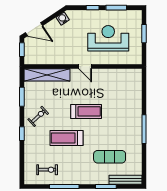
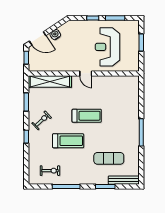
water cooler: (63, 19) -> (55, 35), moved
reception desk: (108, 38) -> (107, 47), turned -90
treadmill: (66, 138) -> (68, 141), turned 180

